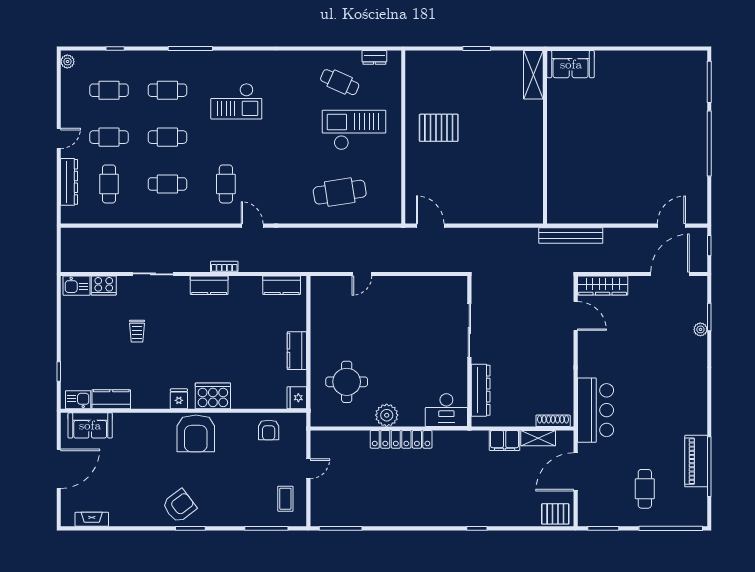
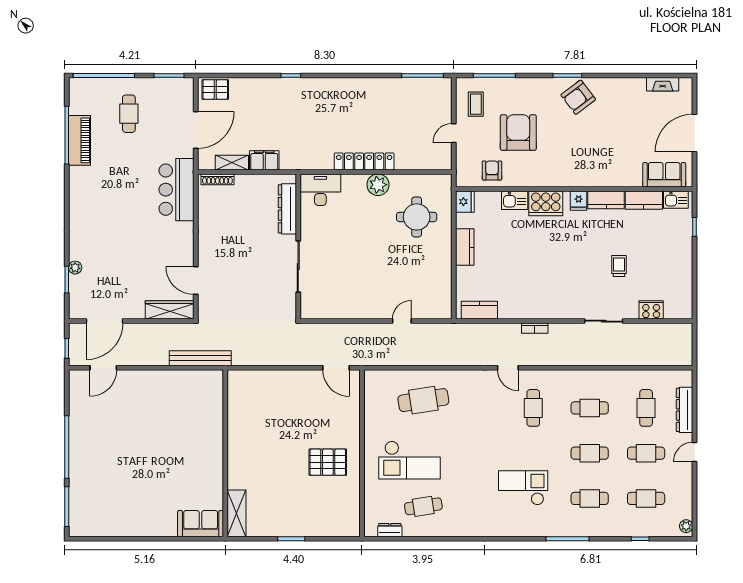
cafe table: (340, 82) -> (423, 506), turned -33
kitchen counter: (209, 285) -> (606, 200), moved, turned 180
kitchen sink: (77, 286) -> (515, 200), moved, turned 180
armchair: (196, 433) -> (518, 132), moved

